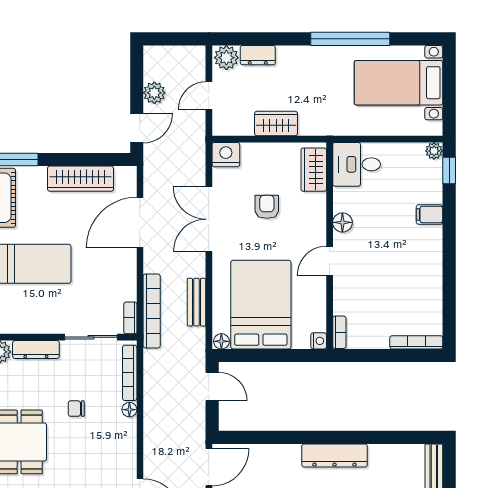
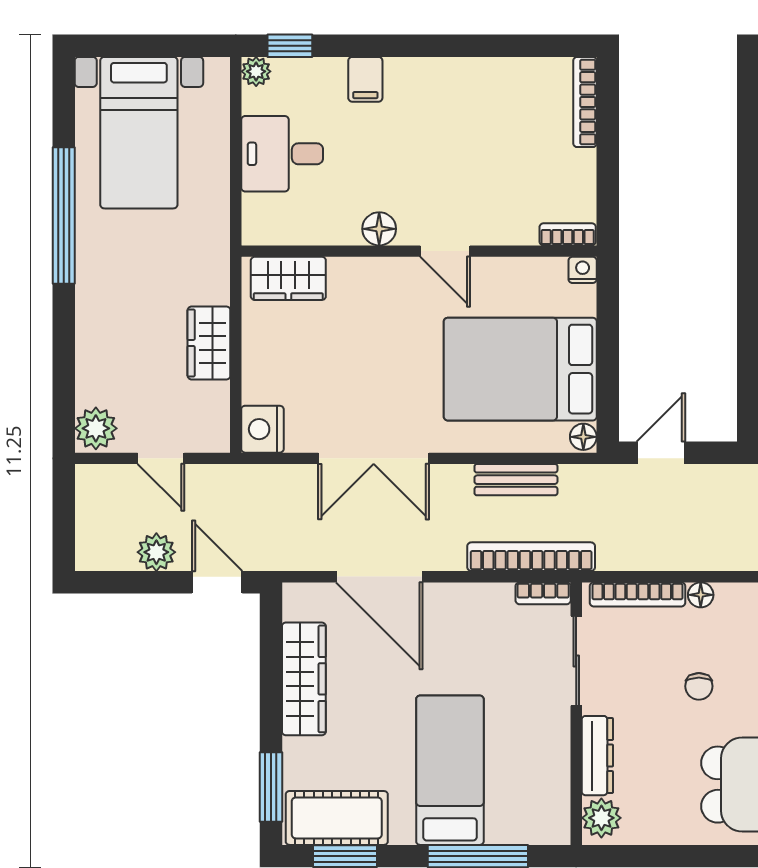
dresser: (258, 55) -> (92, 374), removed
desk: (357, 164) -> (282, 154), moved, turned 90
armchair: (267, 207) -> (352, 359), removed

